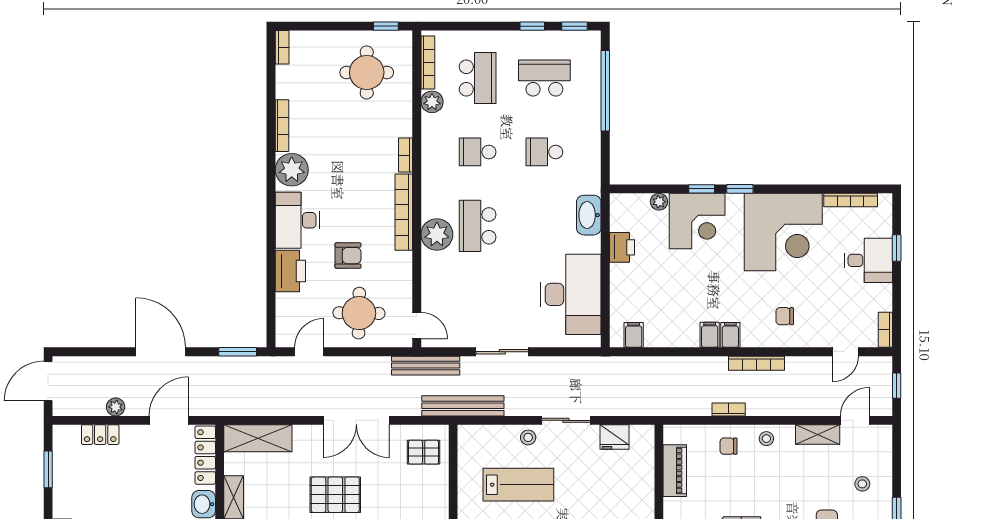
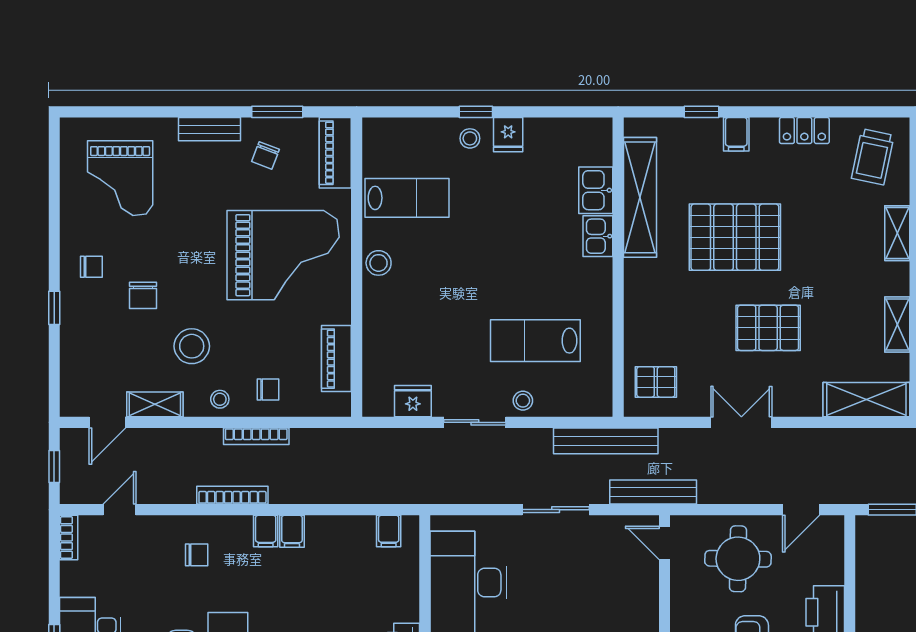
bookcase: (729, 409) -> (256, 436), width x1.56
double door: (356, 420) -> (741, 422), width x0.73
stool: (862, 484) -> (192, 346), moved, width x1.89, depth x1.89

